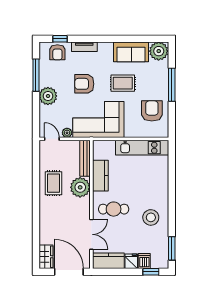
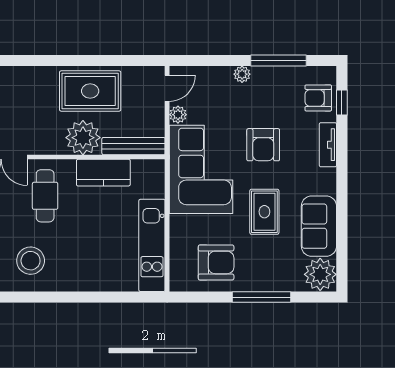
armchair: (84, 84) -> (263, 145), turned 180
plant: (48, 96) -> (242, 74), width x0.53, depth x0.53
rug: (53, 183) -> (90, 91), width x1.36, depth x1.43

